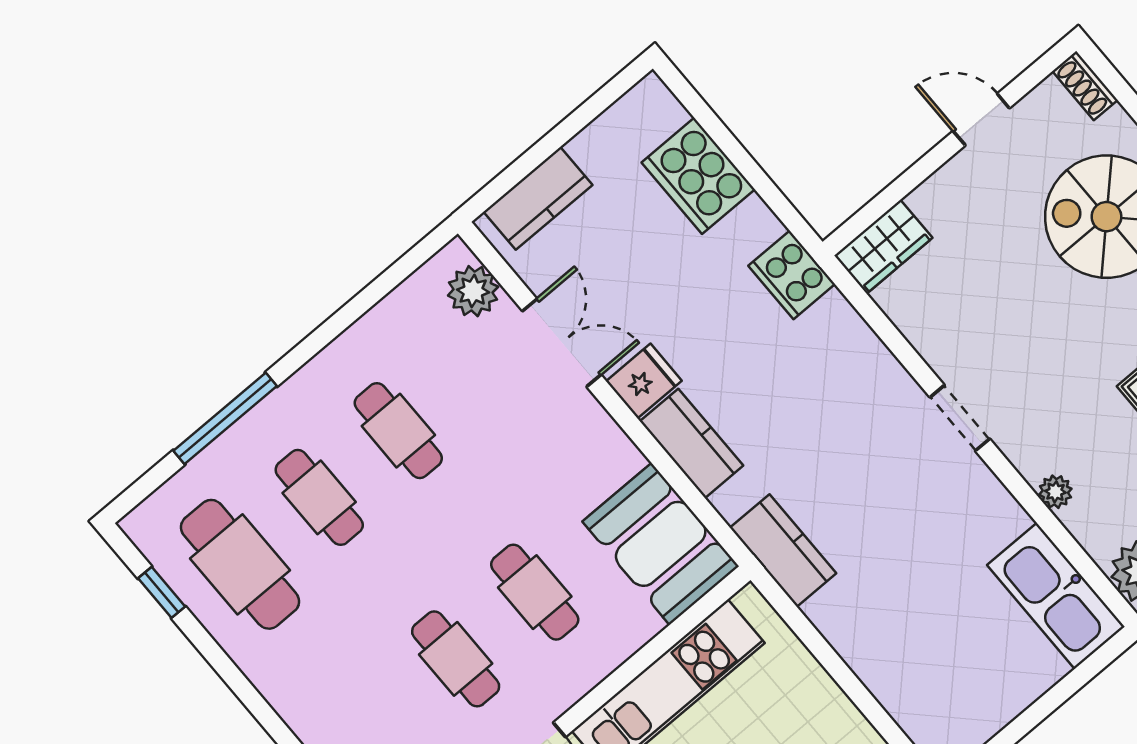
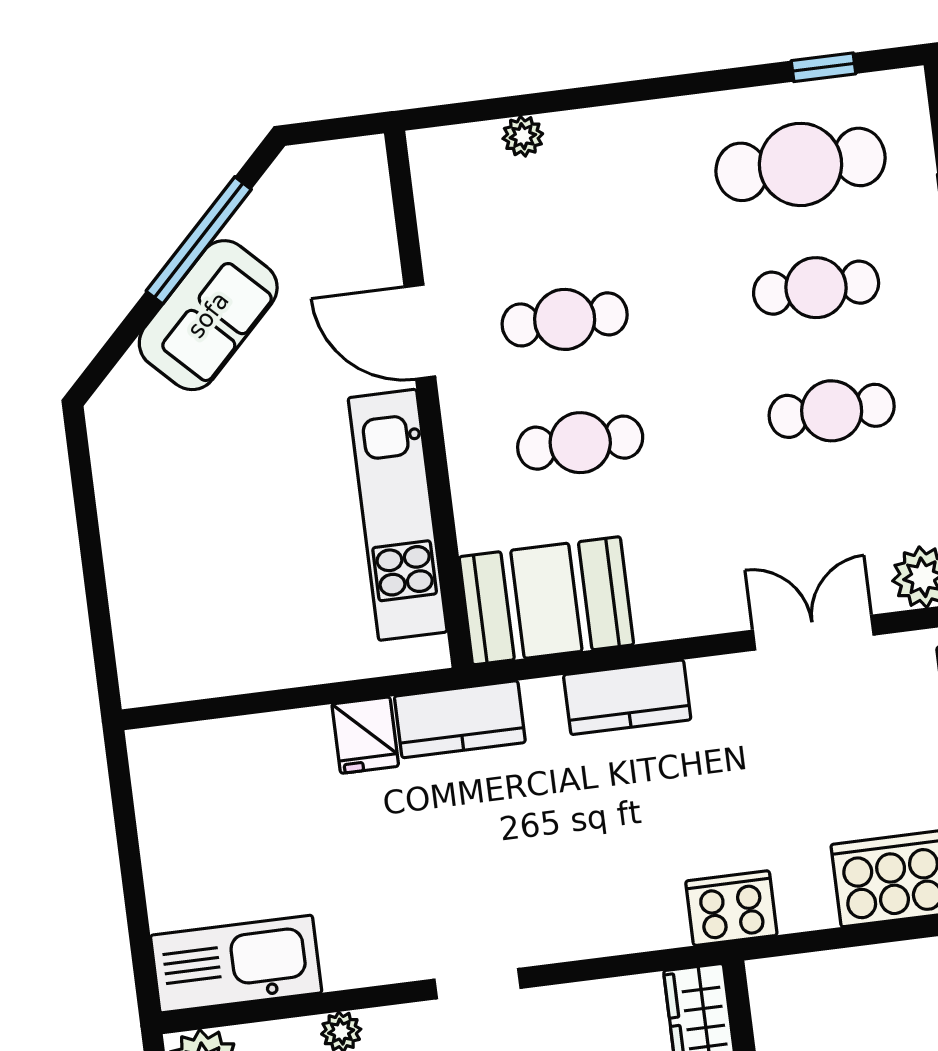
double door: (562, 343) -> (813, 633), swing flipped
fridge: (644, 381) -> (365, 735), moved

